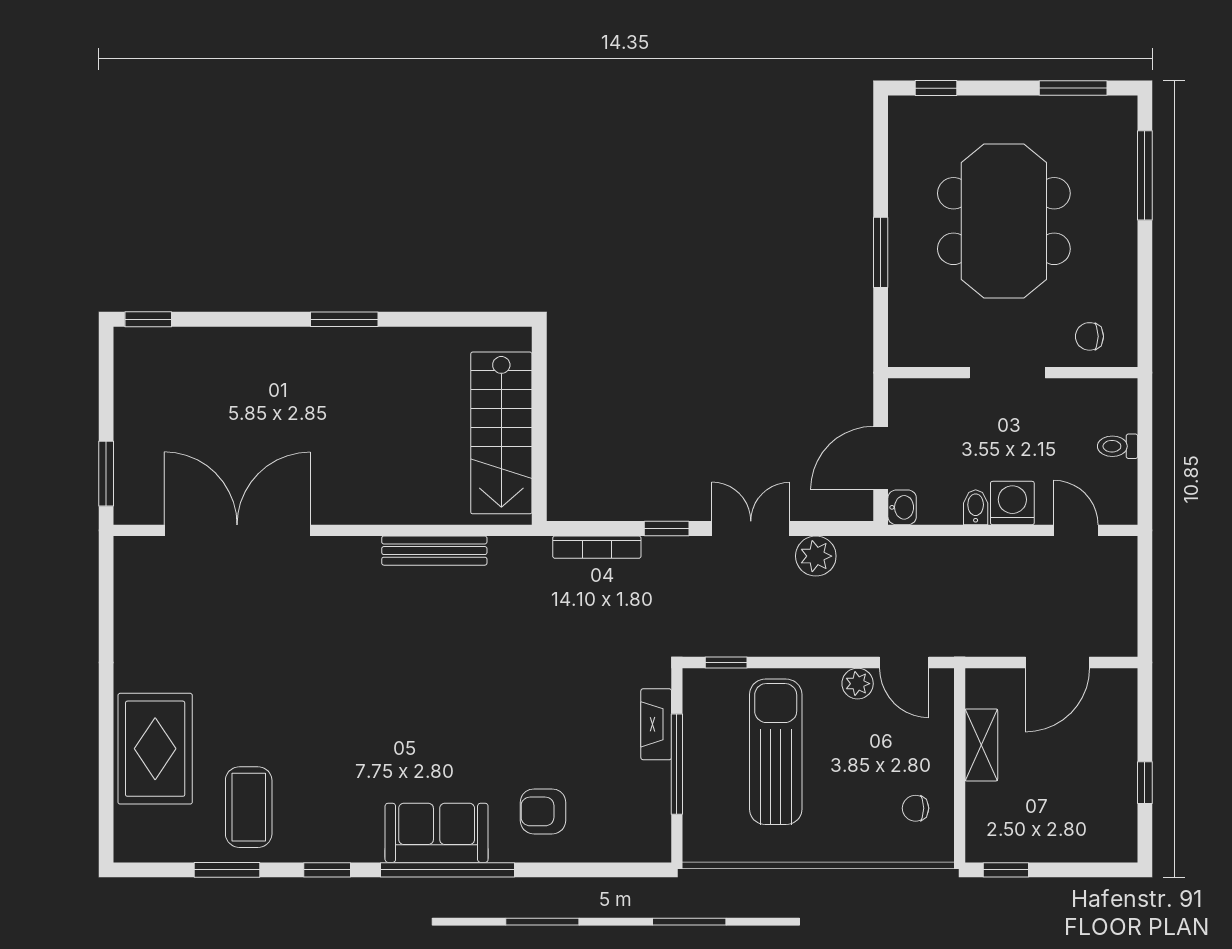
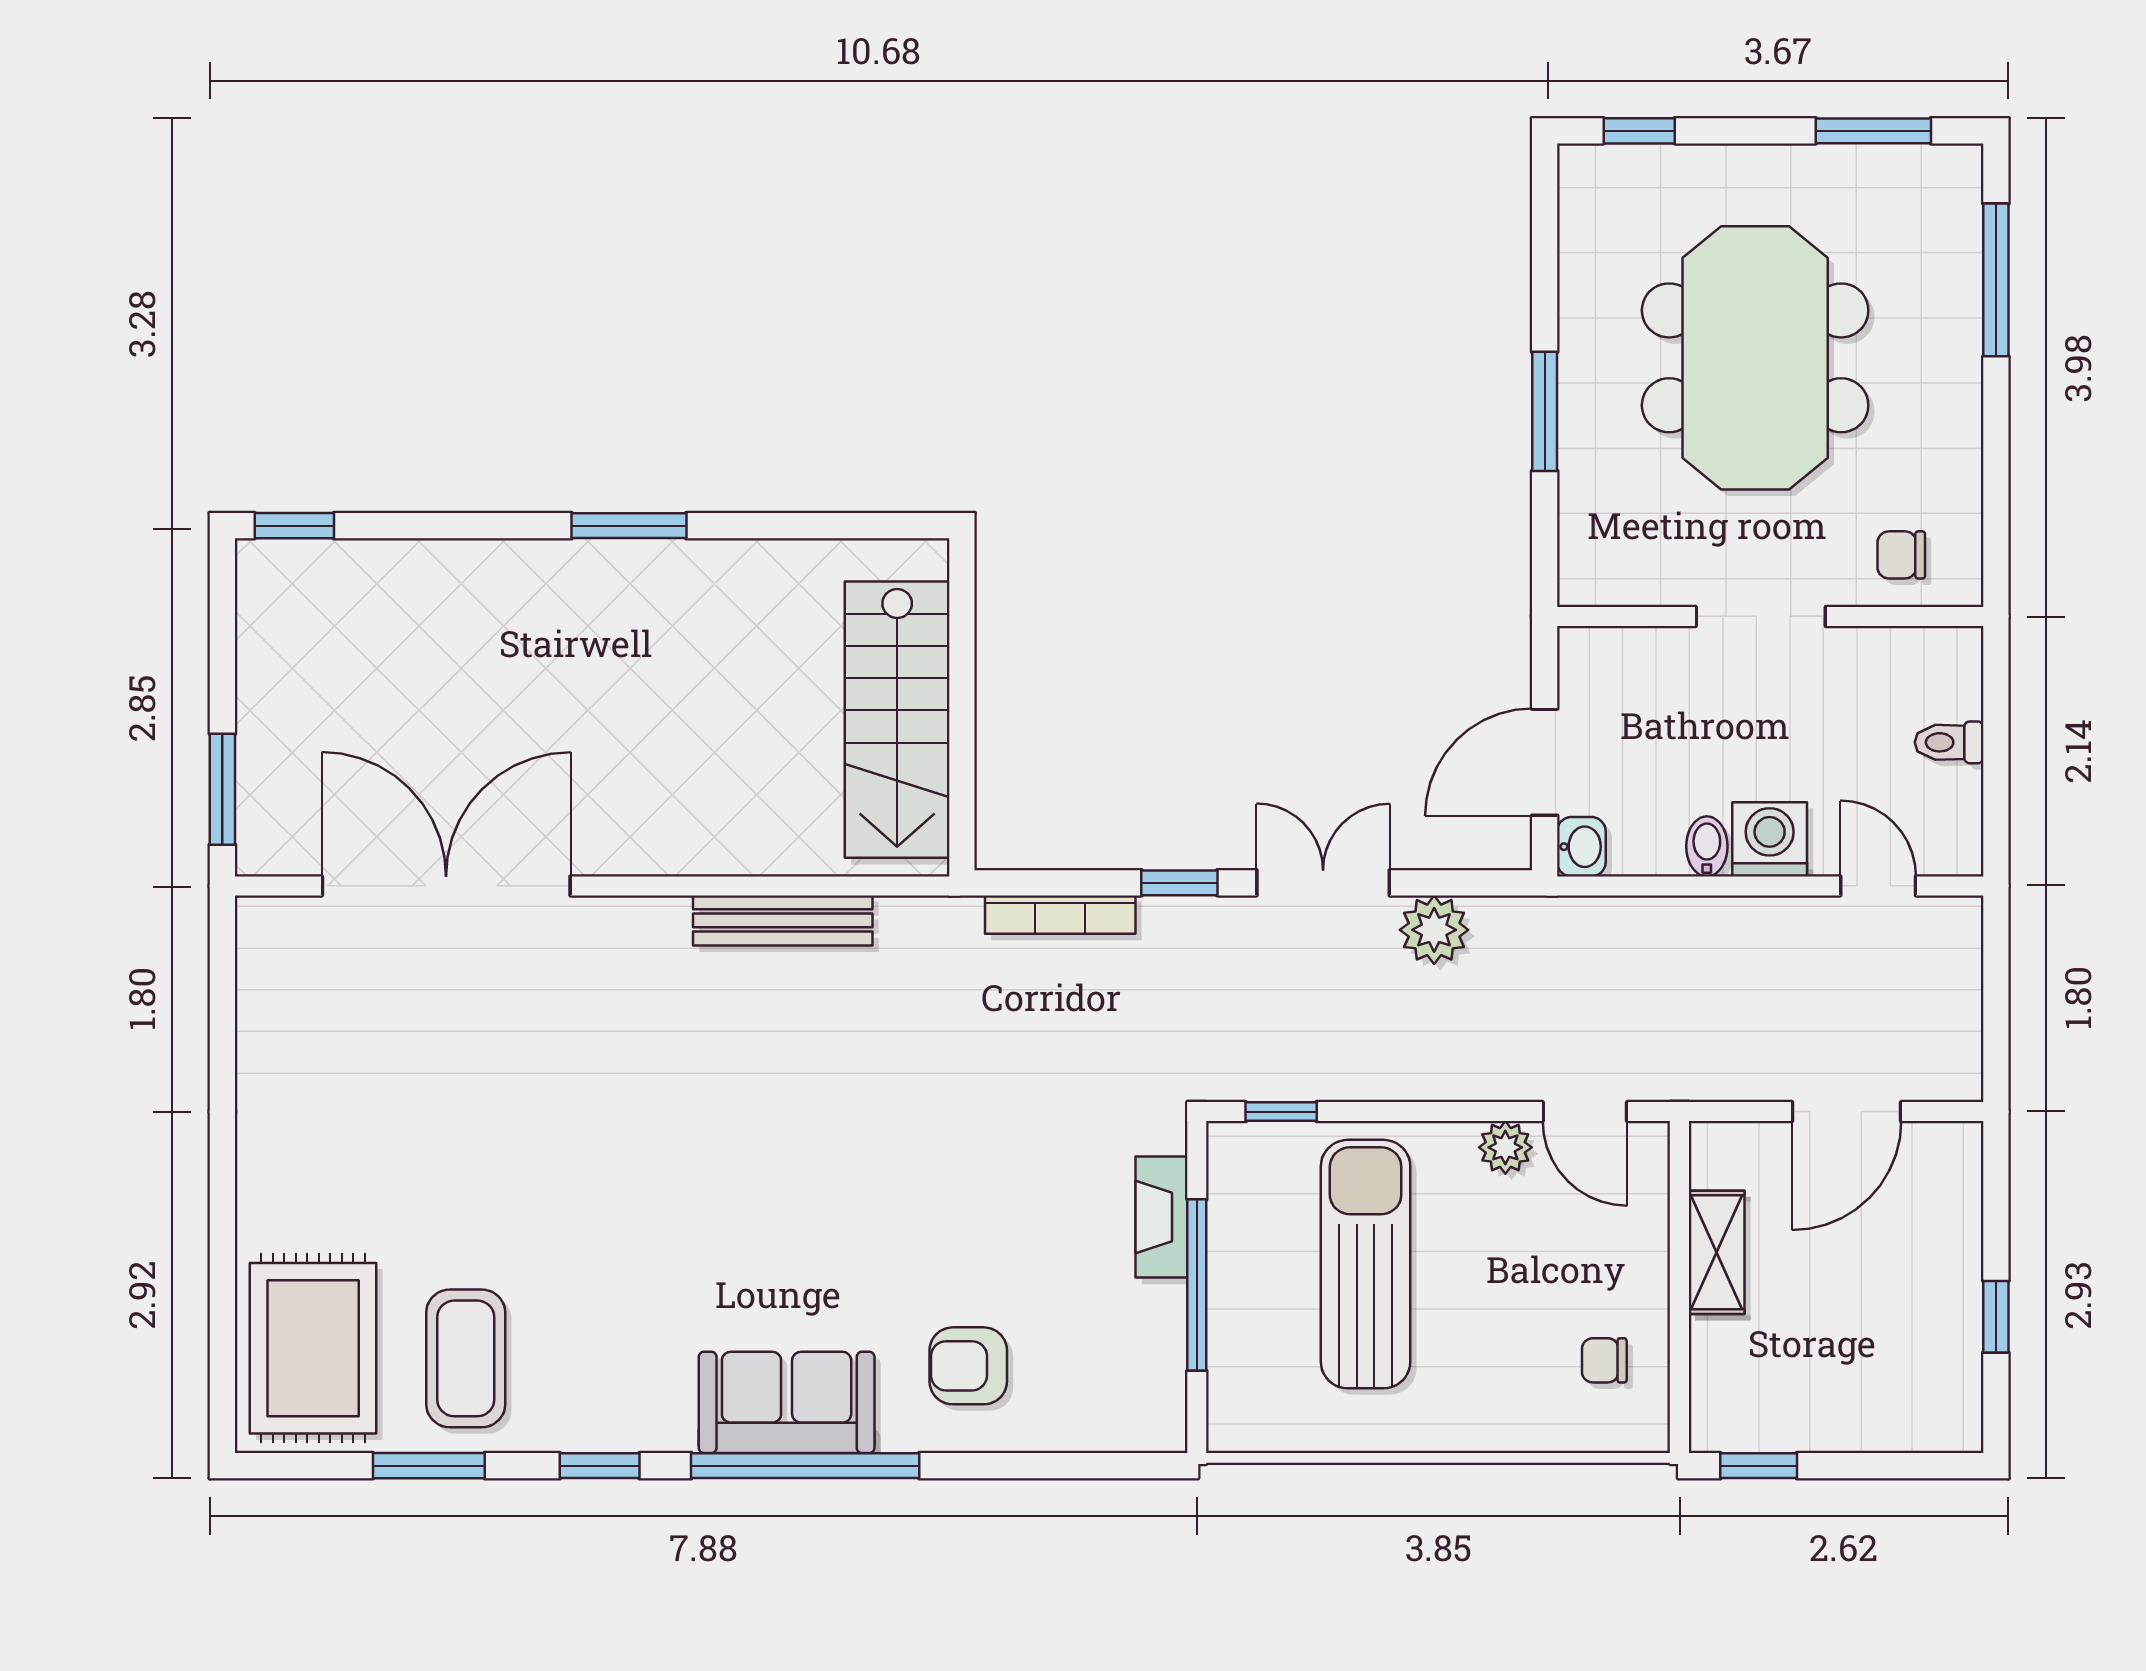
rug: (155, 749) -> (313, 1348), moved

